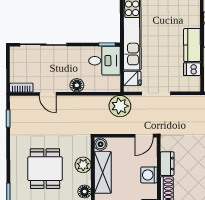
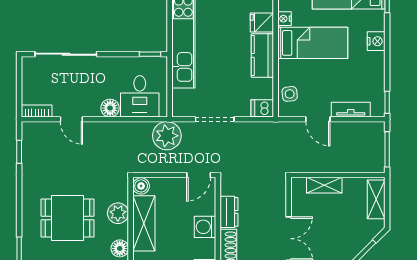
desk: (104, 61) -> (140, 96), moved, turned 90
dishwasher: (192, 69) -> (262, 108), moved
fridge: (132, 78) -> (262, 22), moved, turned 180
dining table: (45, 169) -> (68, 218), turned 90

